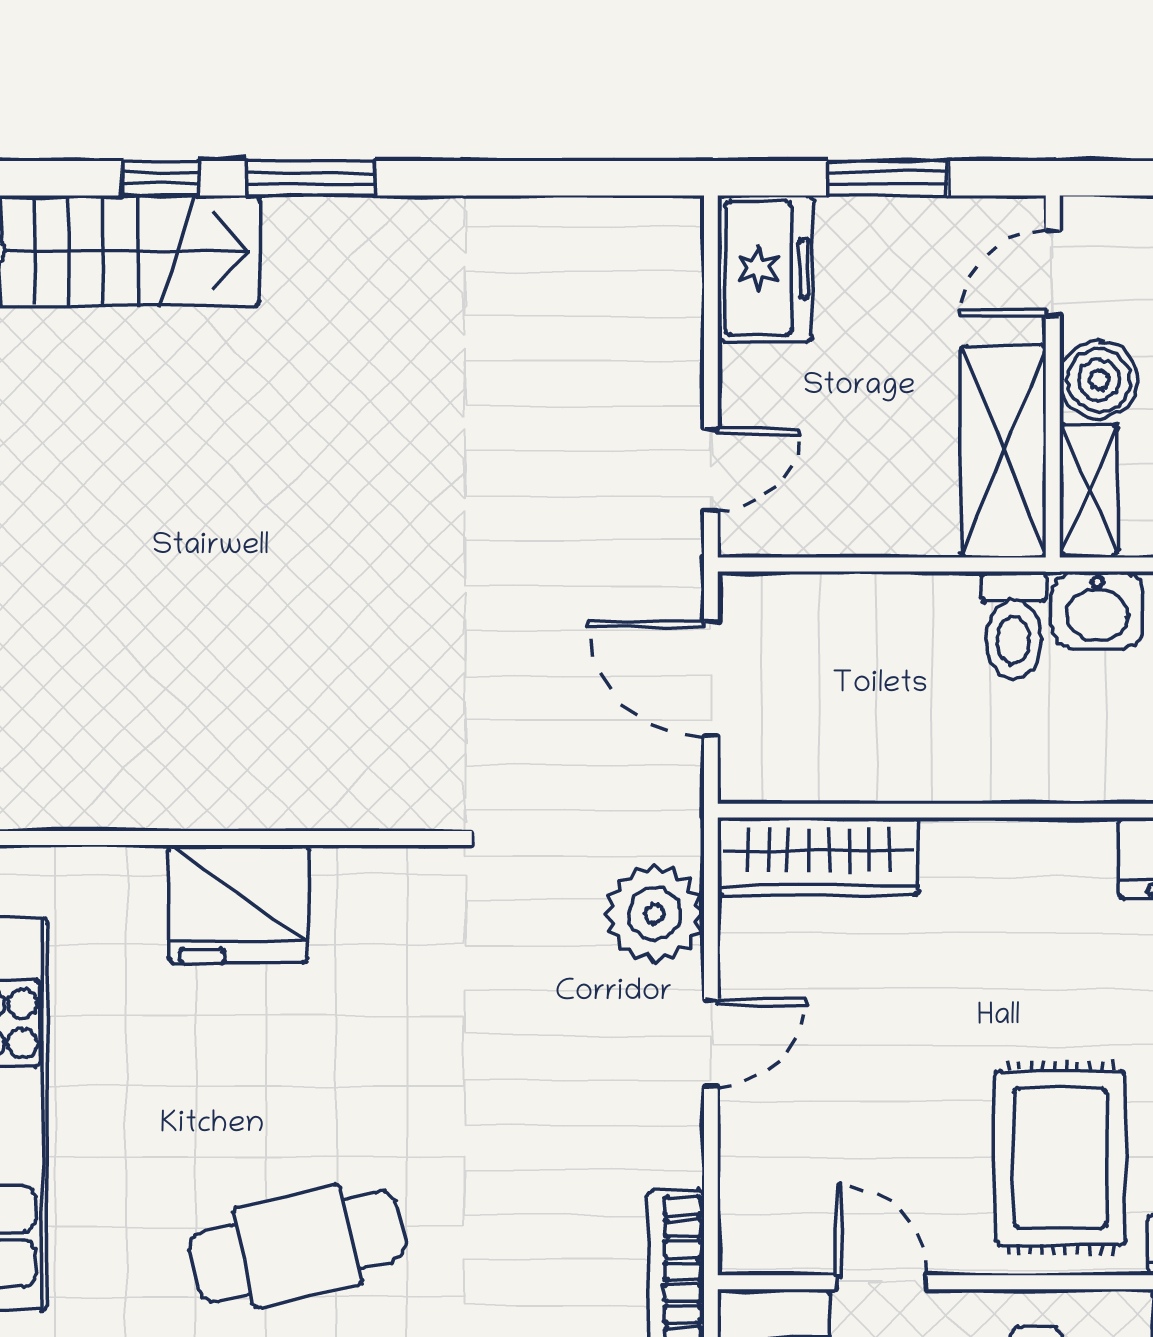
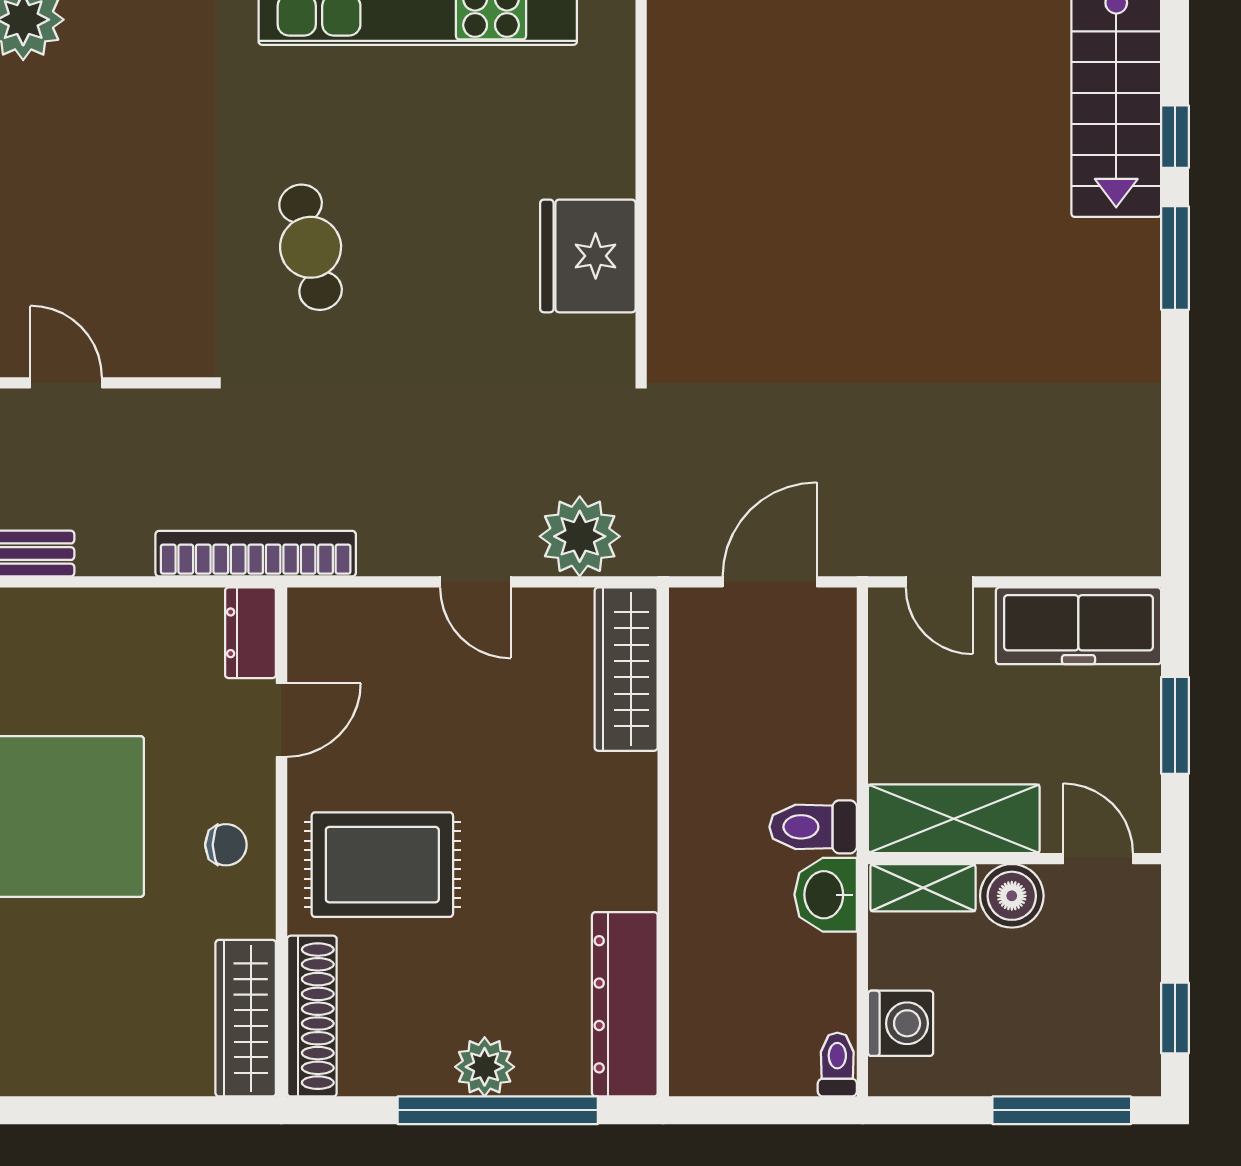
freezer: (765, 268) -> (1078, 626), width x1.40
fridge: (238, 904) -> (588, 256), moved
cafe table: (297, 1246) -> (311, 247), width x0.73, depth x0.74

